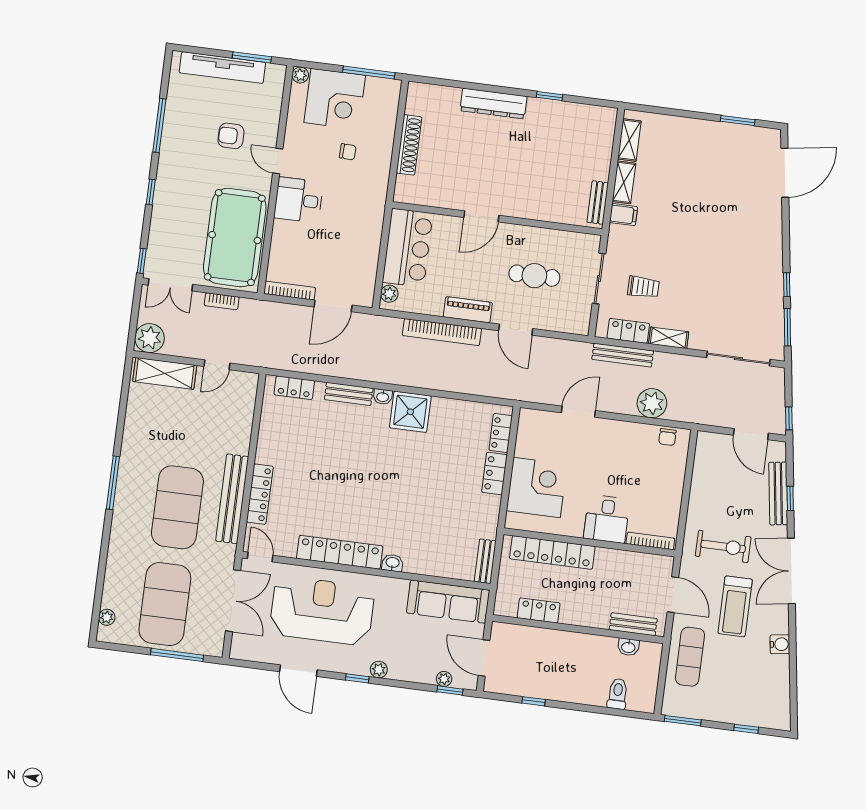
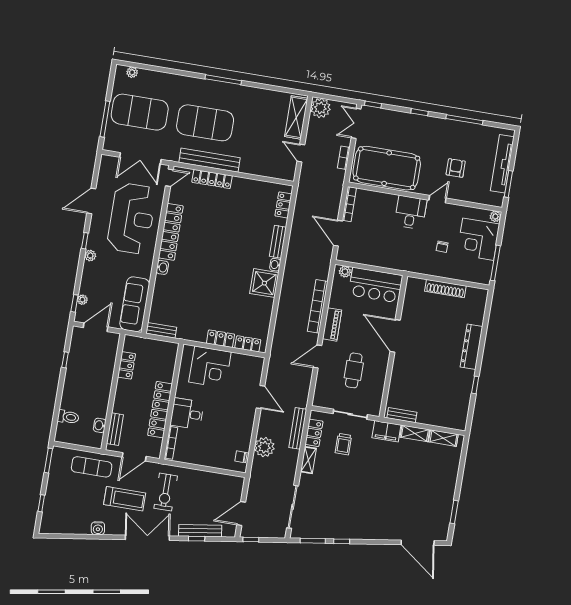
filing cabinet: (623, 215) -> (386, 431), width x2.00
door: (481, 216) -> (395, 336), width x1.36
locker: (552, 552) -> (160, 410), moved
treadmill: (735, 606) -> (125, 499), turned 180

